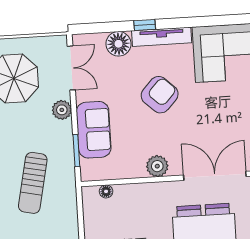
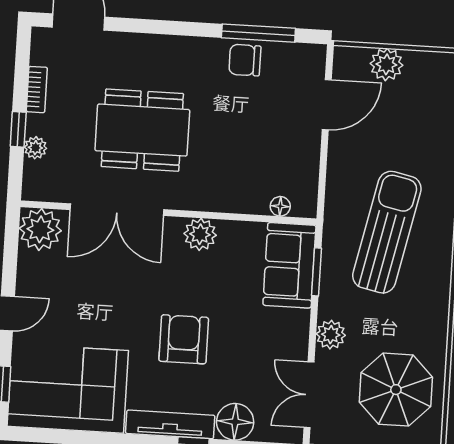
armchair: (160, 95) -> (184, 339), turned 137
sofa: (94, 130) -> (289, 265), moved
sun lounger: (33, 183) -> (387, 232), width x1.36, depth x1.34

